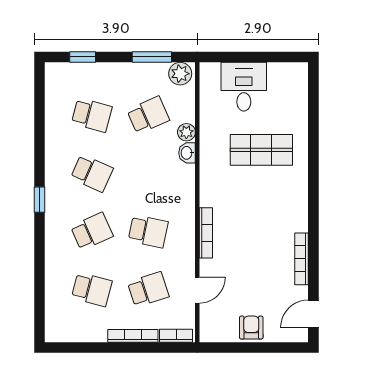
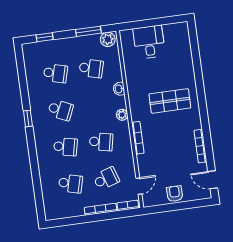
school desk: (148, 115) -> (91, 68), turned 39
plant: (186, 132) -> (122, 115), moved
shop shelf: (261, 150) -> (170, 101), moved
window: (40, 200) -> (28, 118), moved
school desk: (92, 231) -> (65, 147), turned 36
door: (197, 290) -> (139, 186), moved
door: (313, 314) -> (213, 180), hinge flipped

